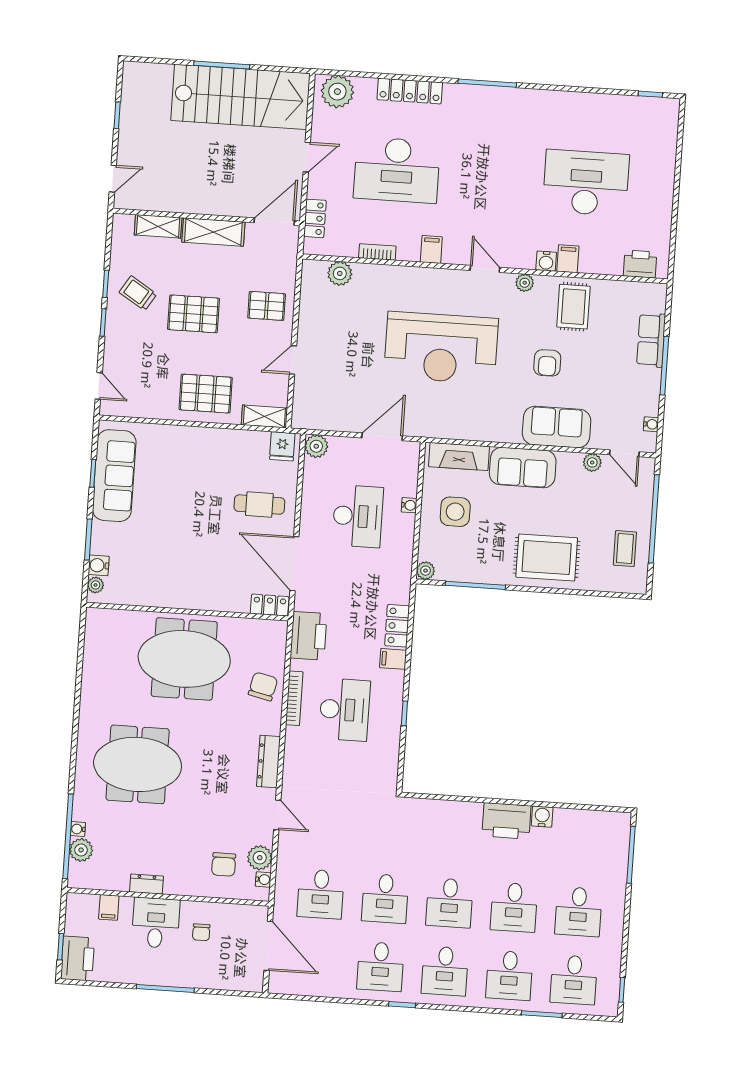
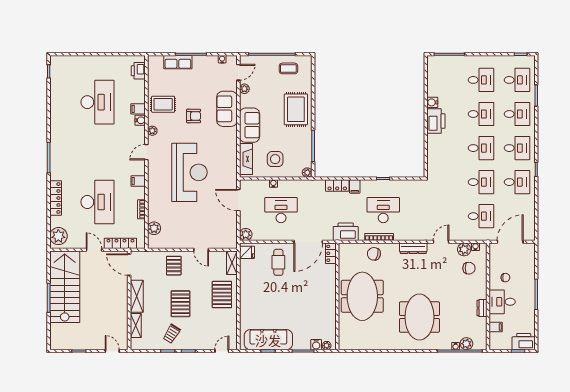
desk: (586, 183) -> (98, 102), turned 180
locker: (315, 218) -> (120, 243), width x1.53

